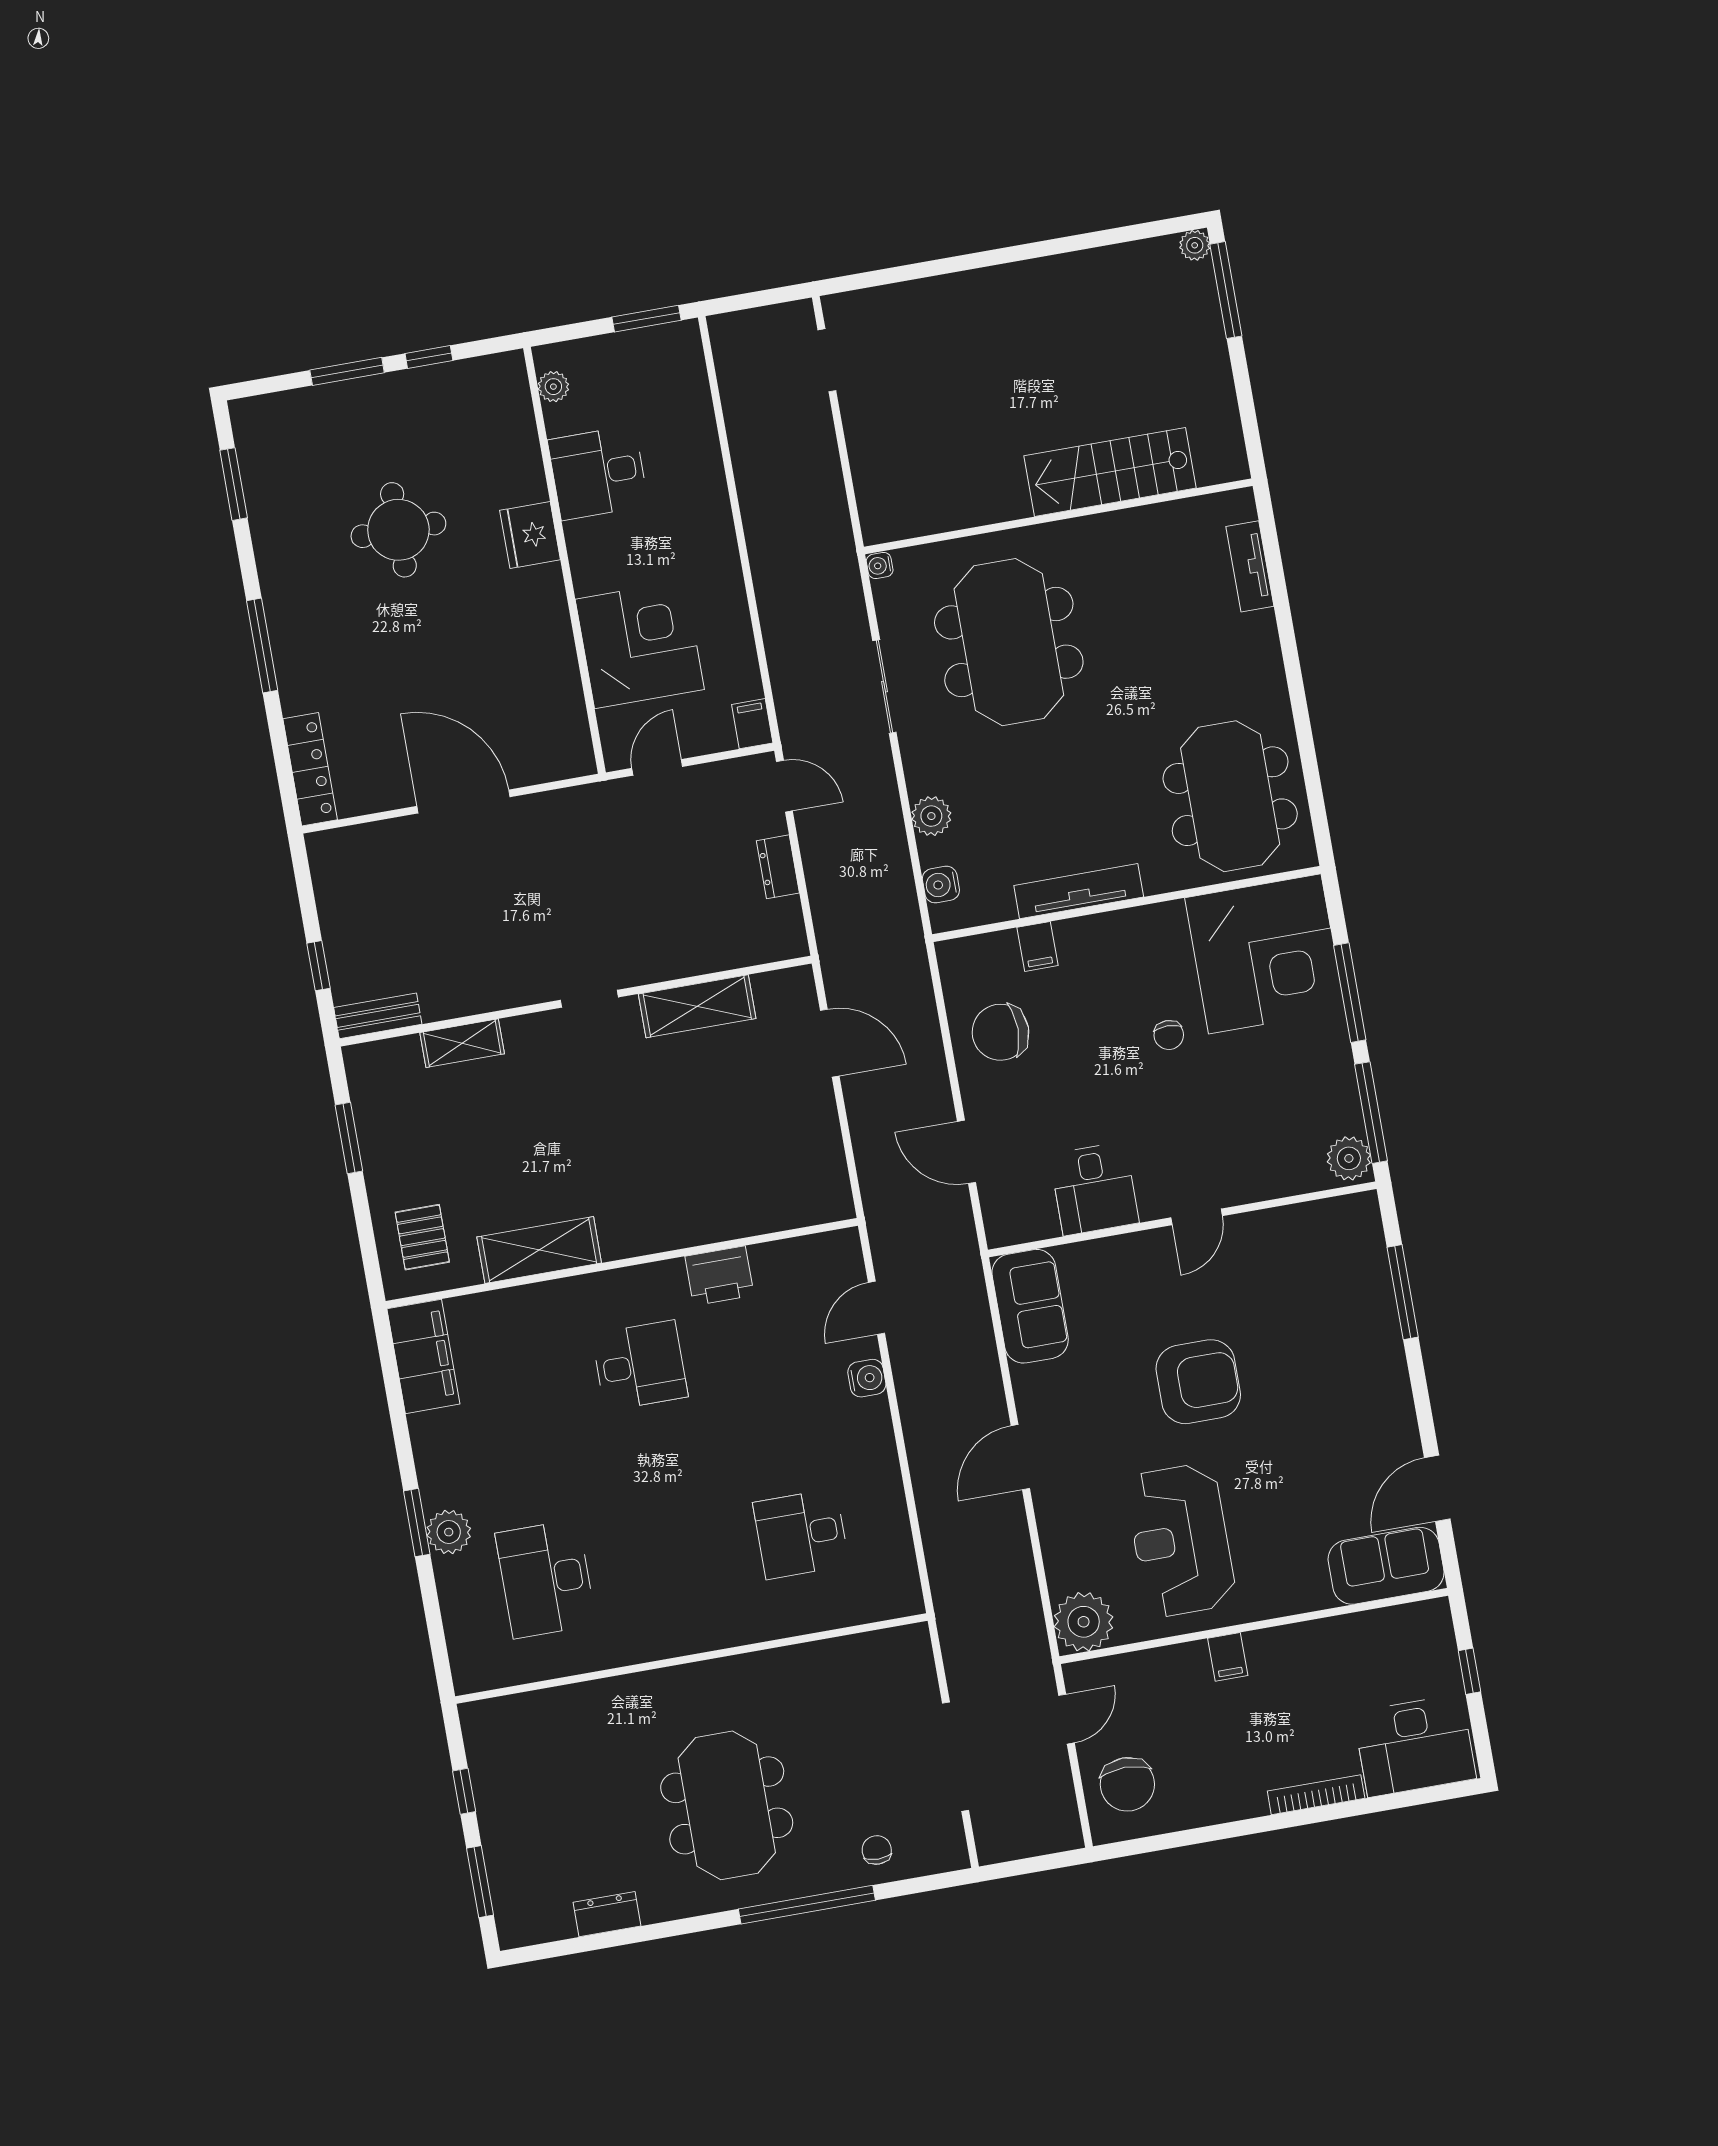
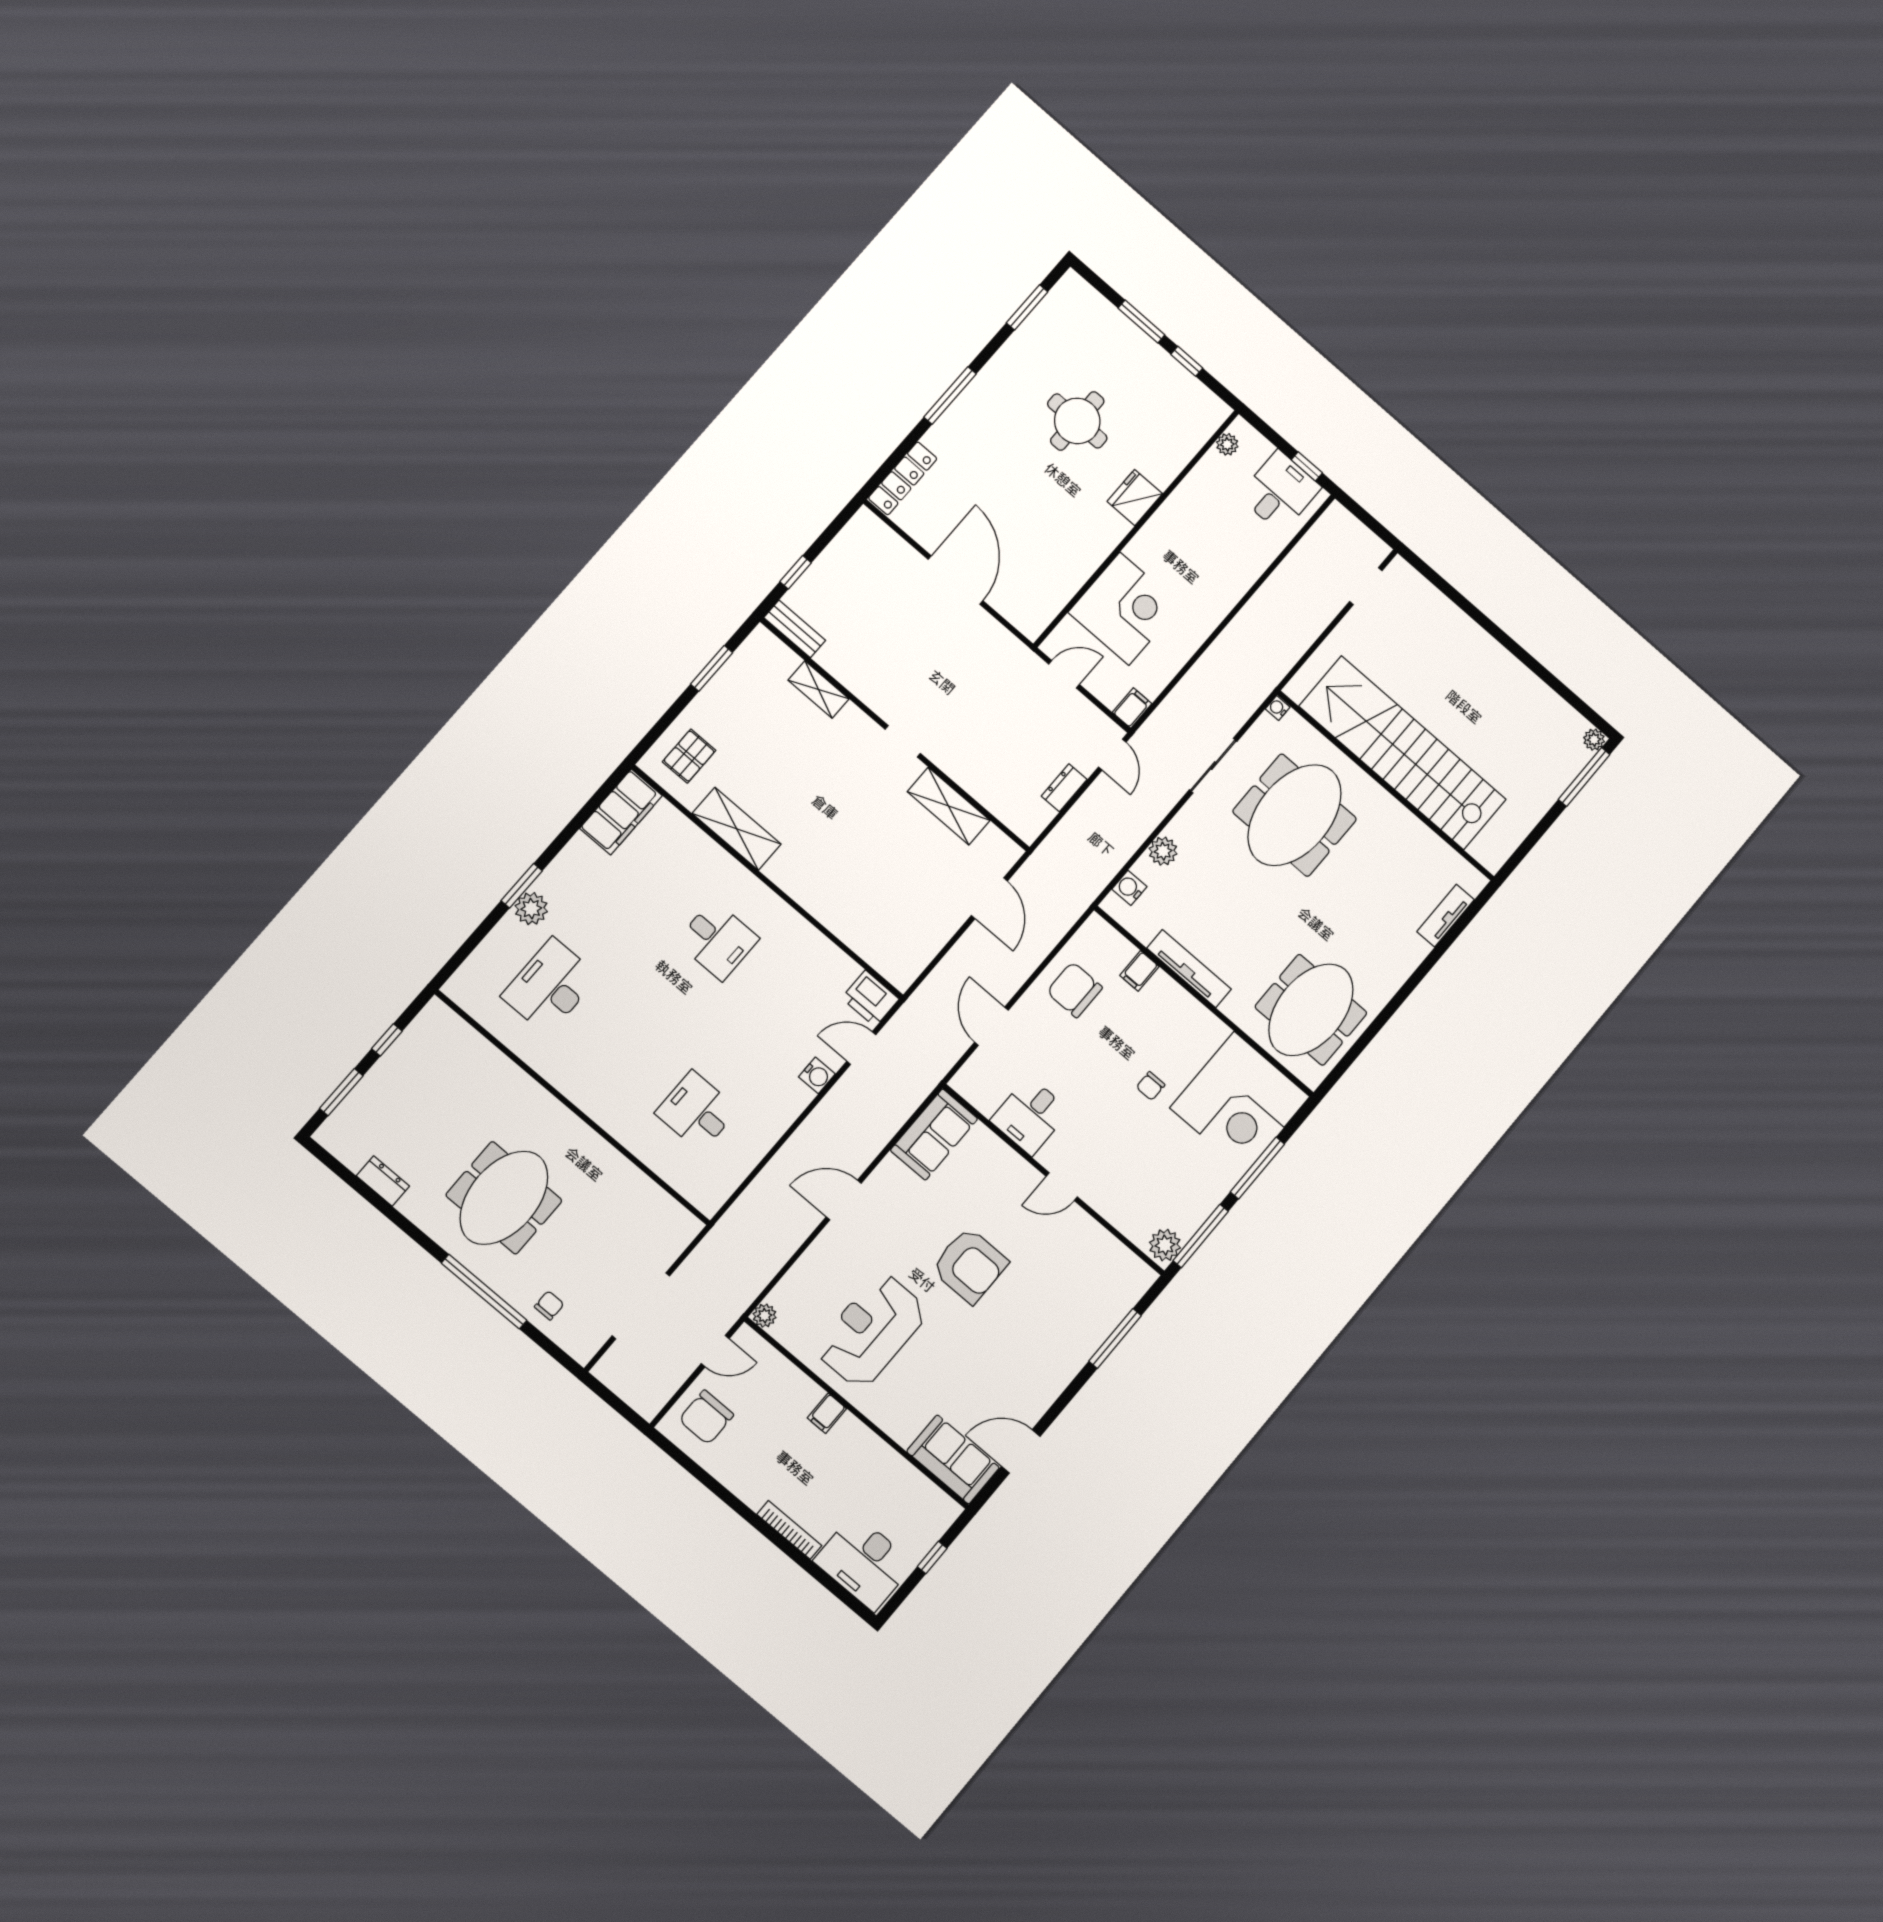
window: (647, 319) -> (1307, 466), width x0.67
stairs: (1110, 472) -> (1403, 753), width x1.86, depth x1.51
desk: (598, 473) -> (1280, 492), moved, turned 90
printer: (719, 1276) -> (870, 998), moved
plant: (1084, 1622) -> (765, 1316), width x0.53, depth x0.53

